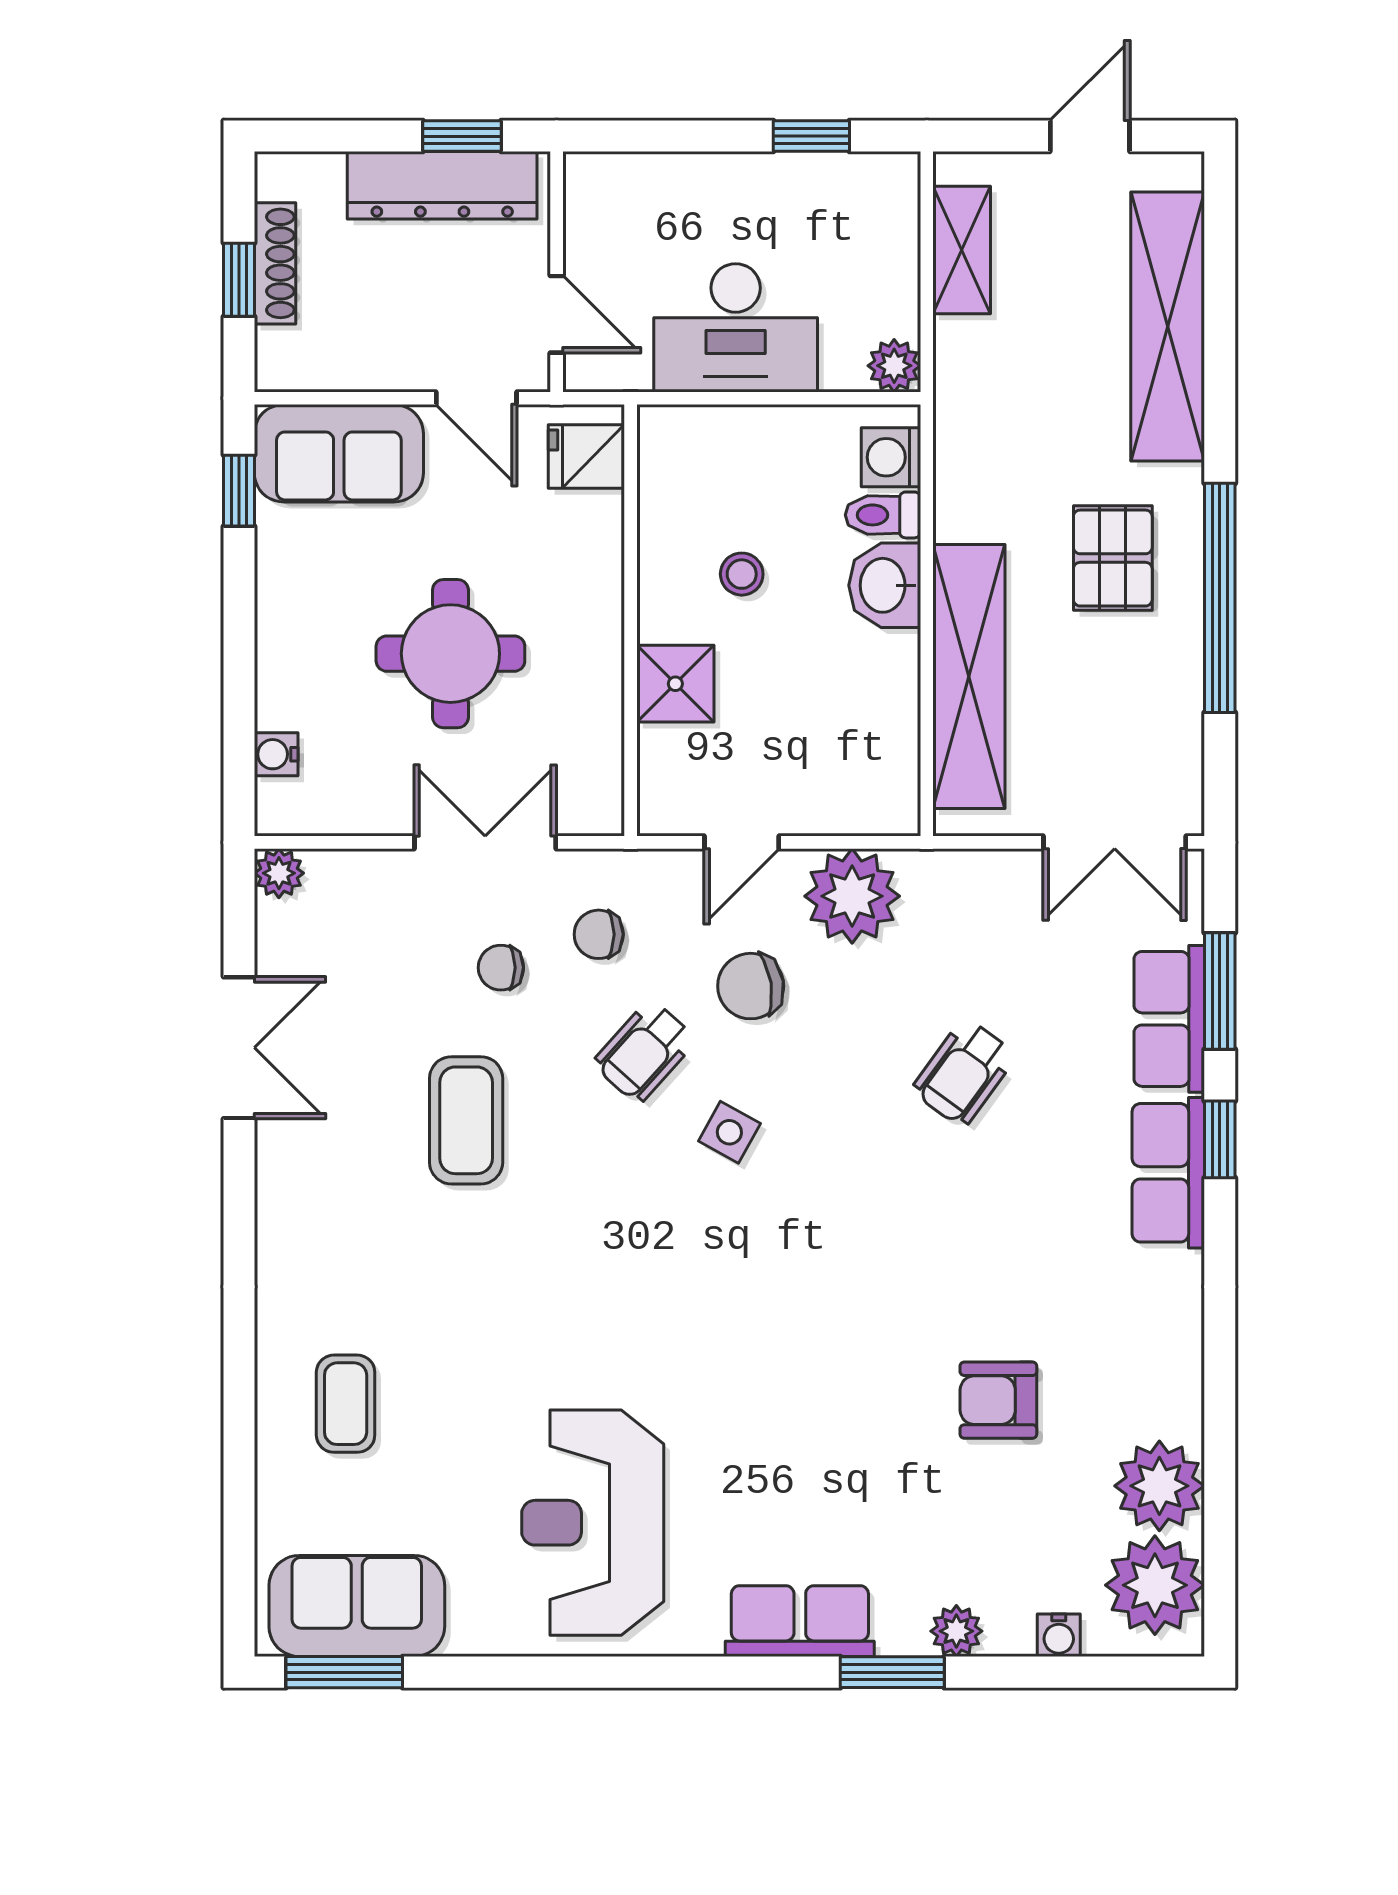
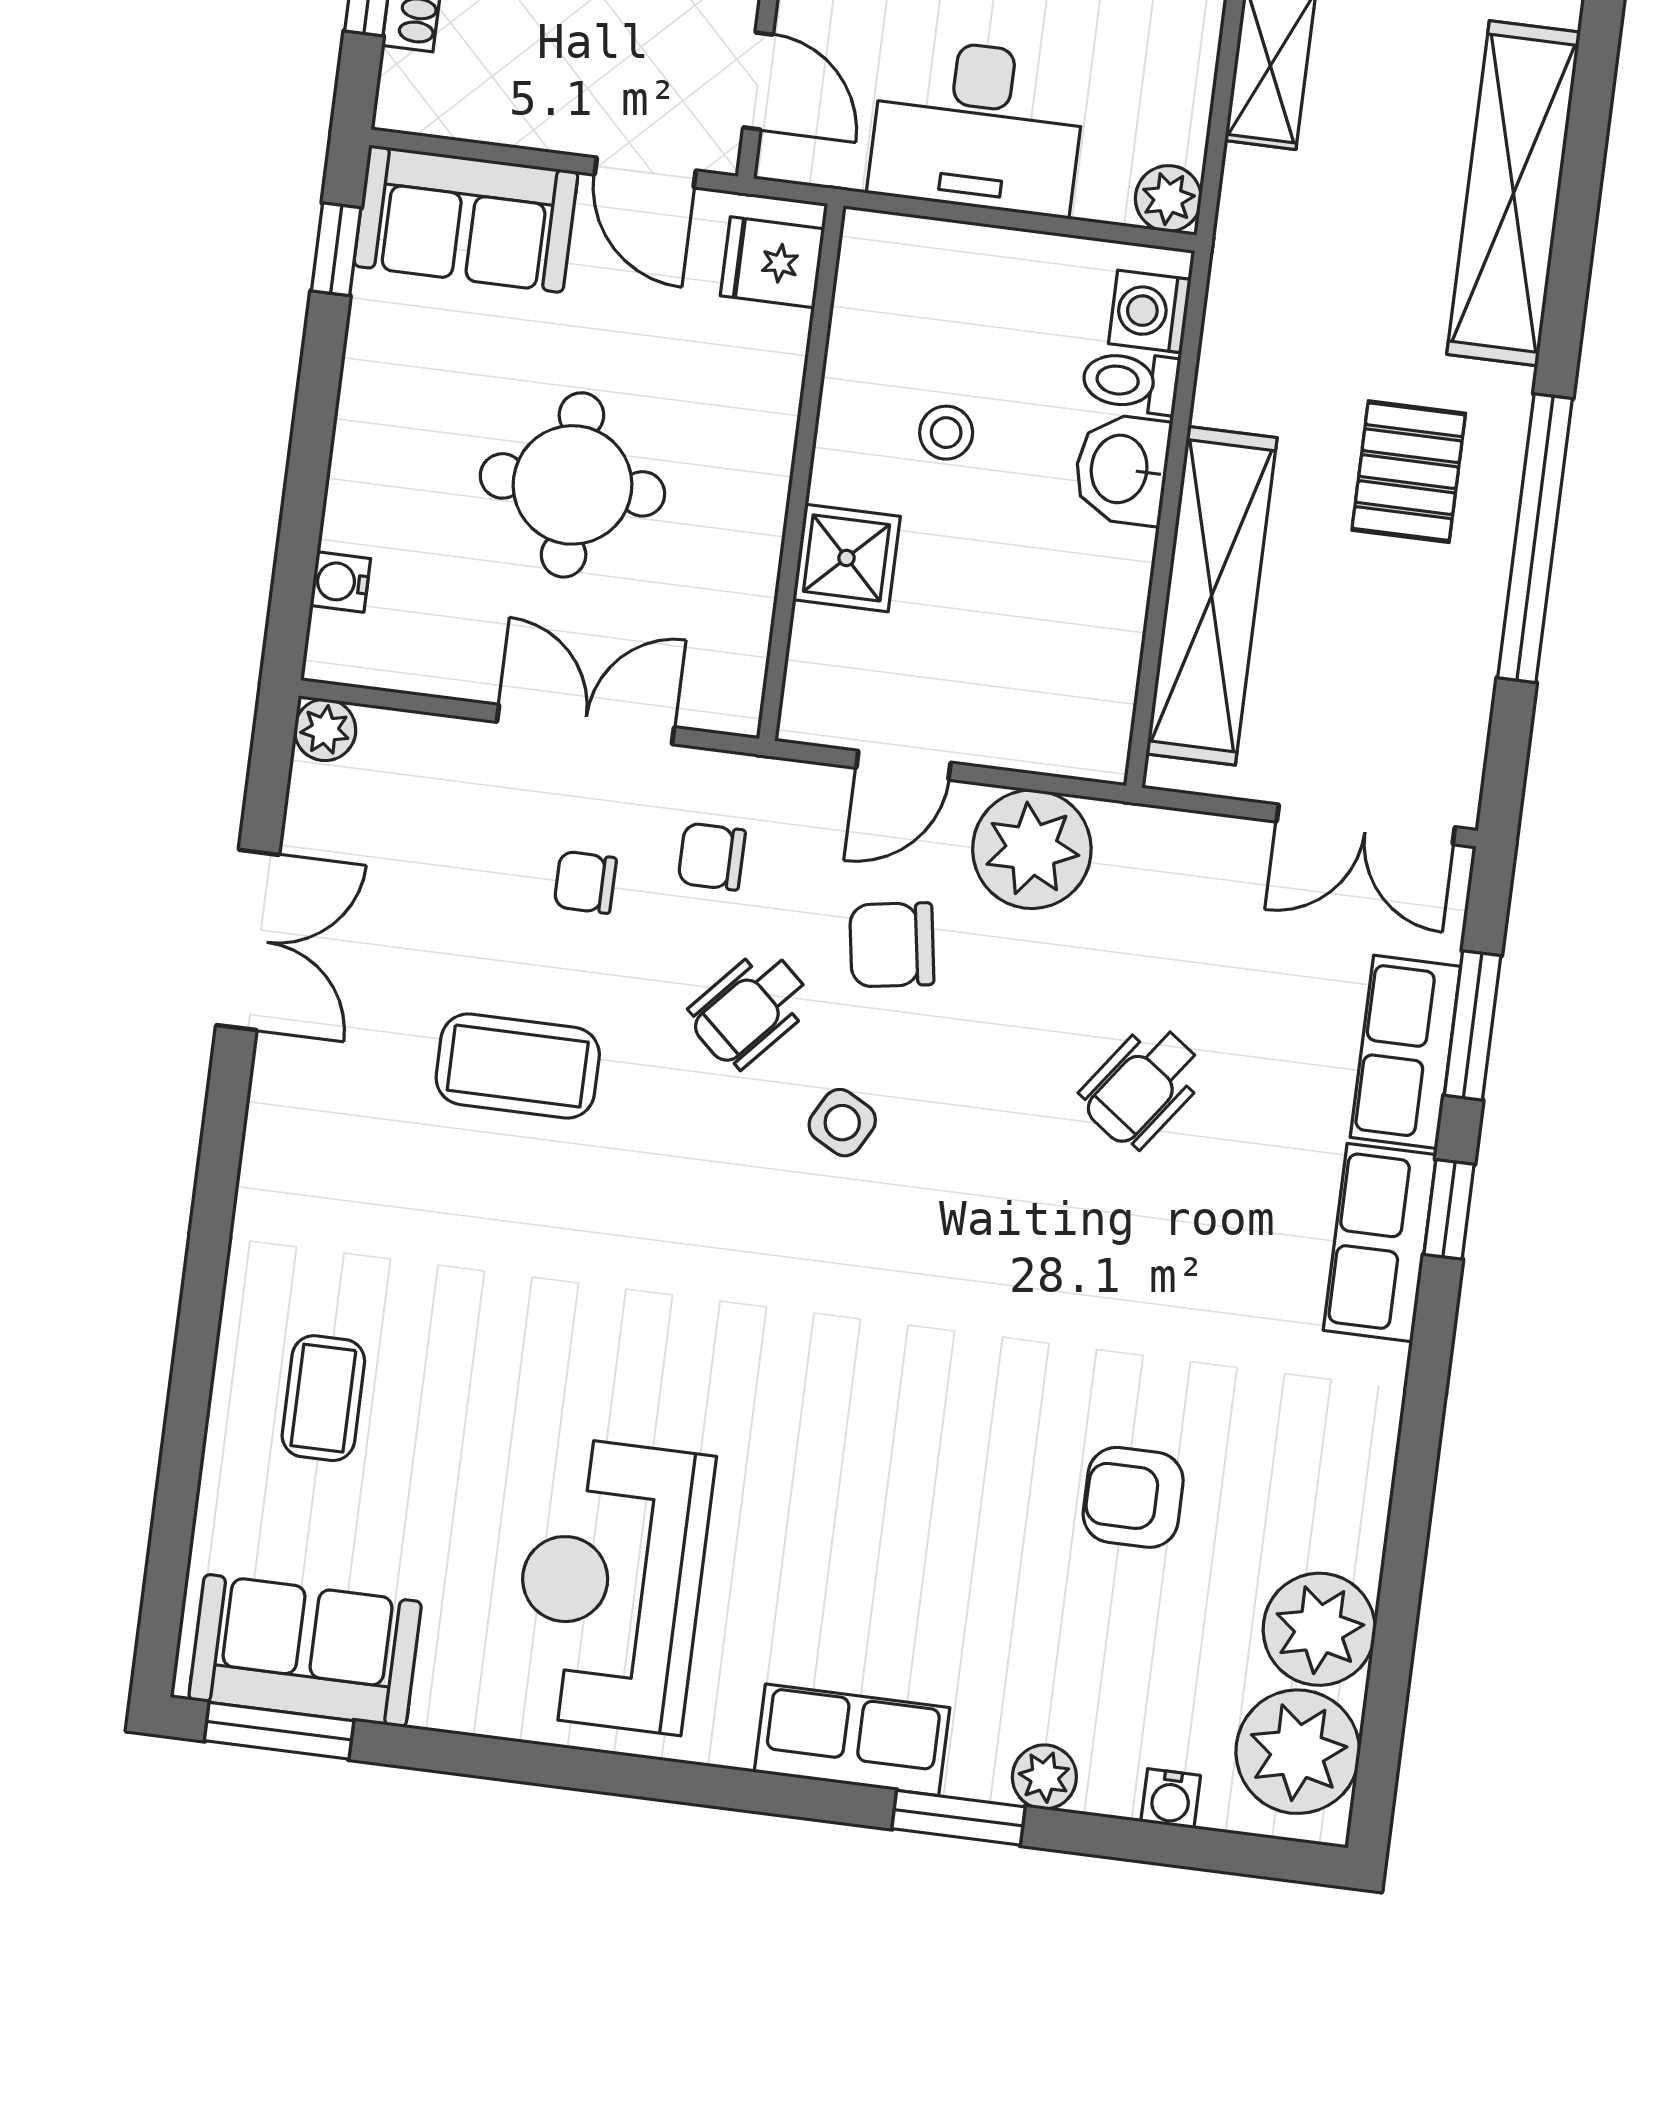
coffee table: (466, 1120) -> (518, 1066), turned 90

